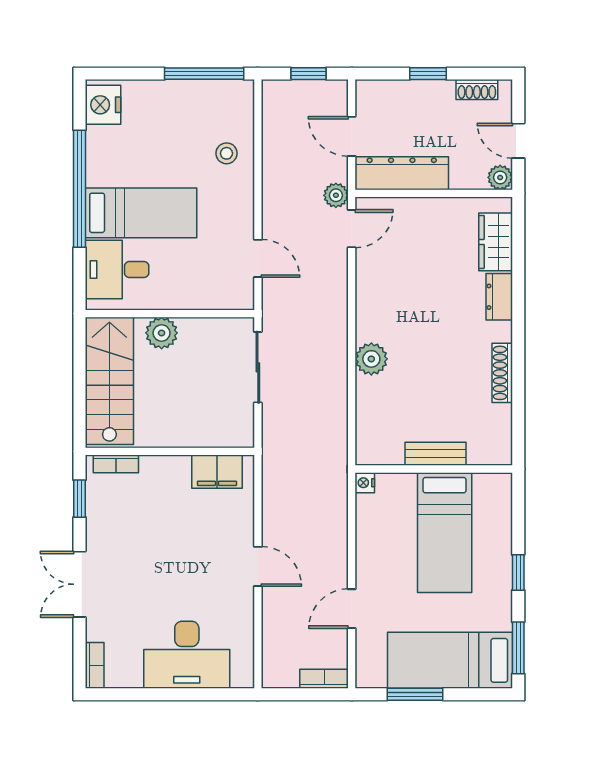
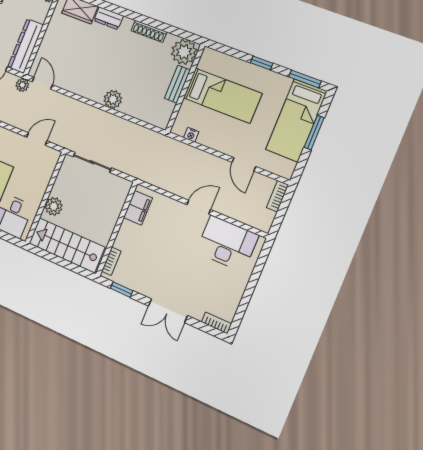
plant: (490, 443) -> (184, 52), added
nightstand: (365, 483) -> (191, 135), moved
desk: (187, 655) -> (227, 244), moved, turned -90
window: (415, 694) -> (314, 133), moved

